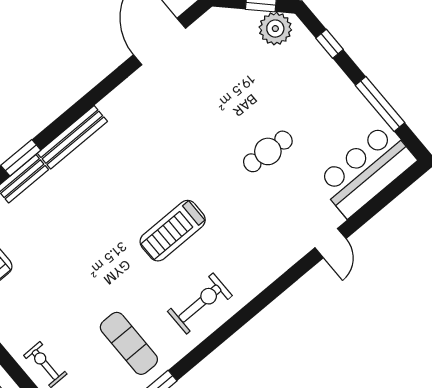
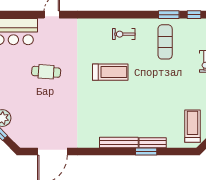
exercise bike: (200, 303) -> (124, 34), width x0.73, depth x0.72

